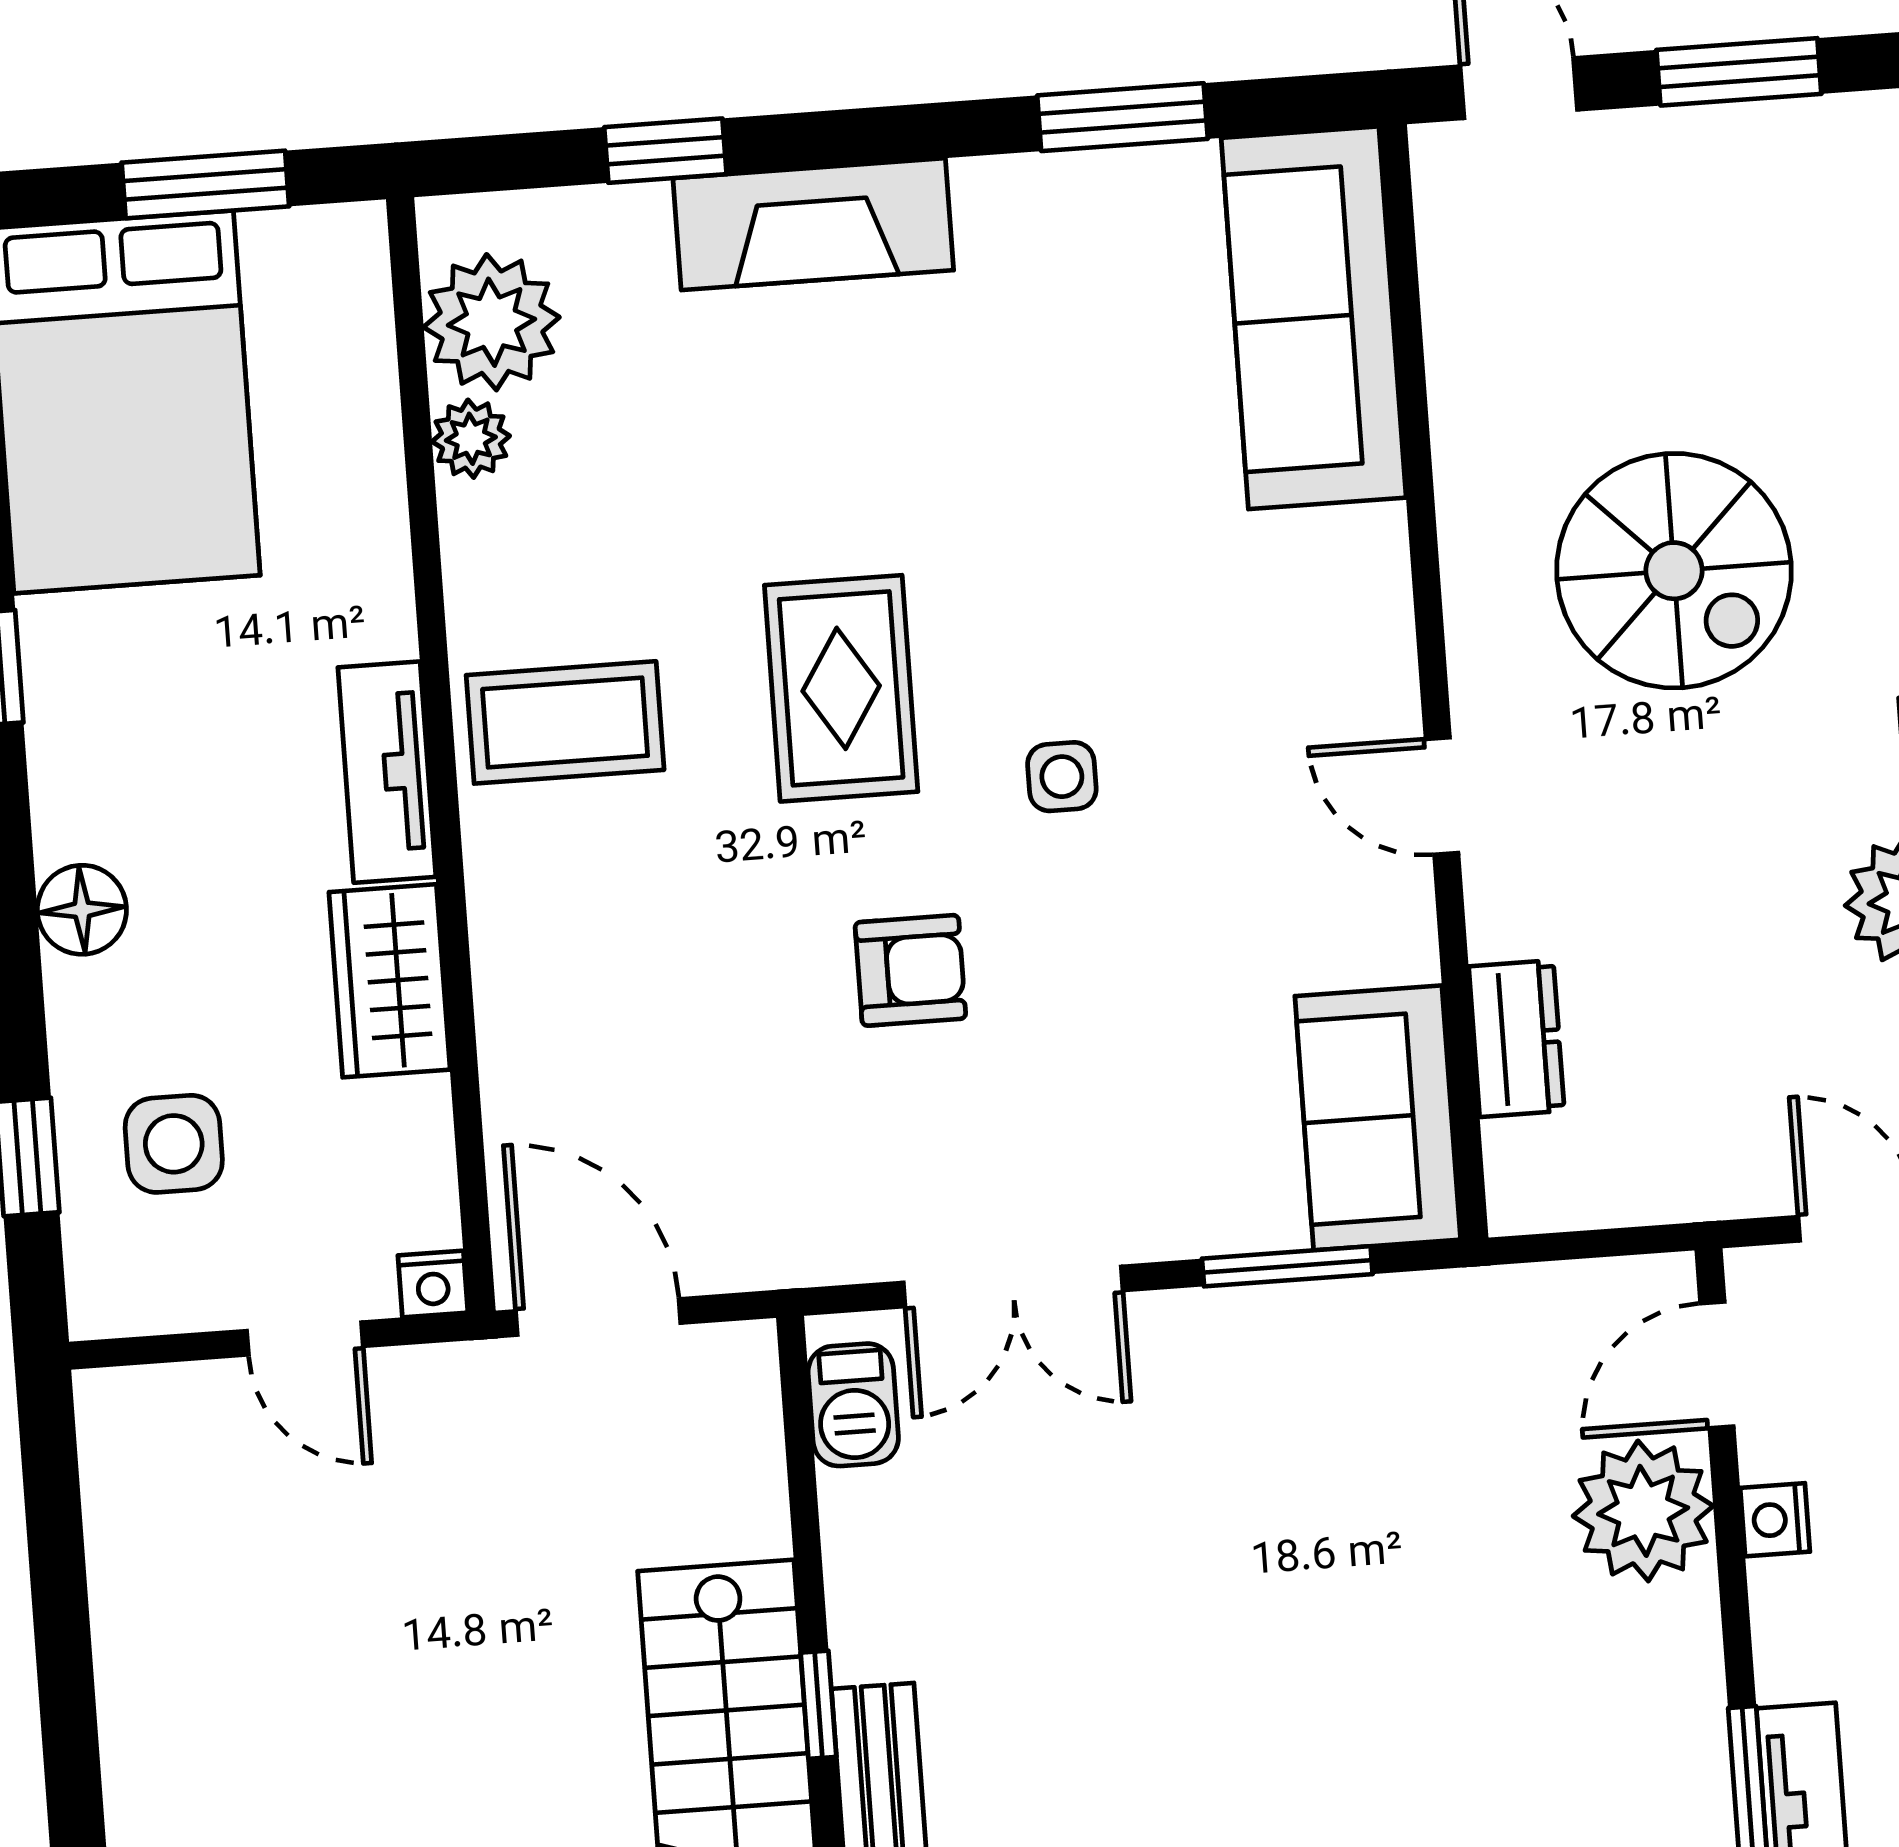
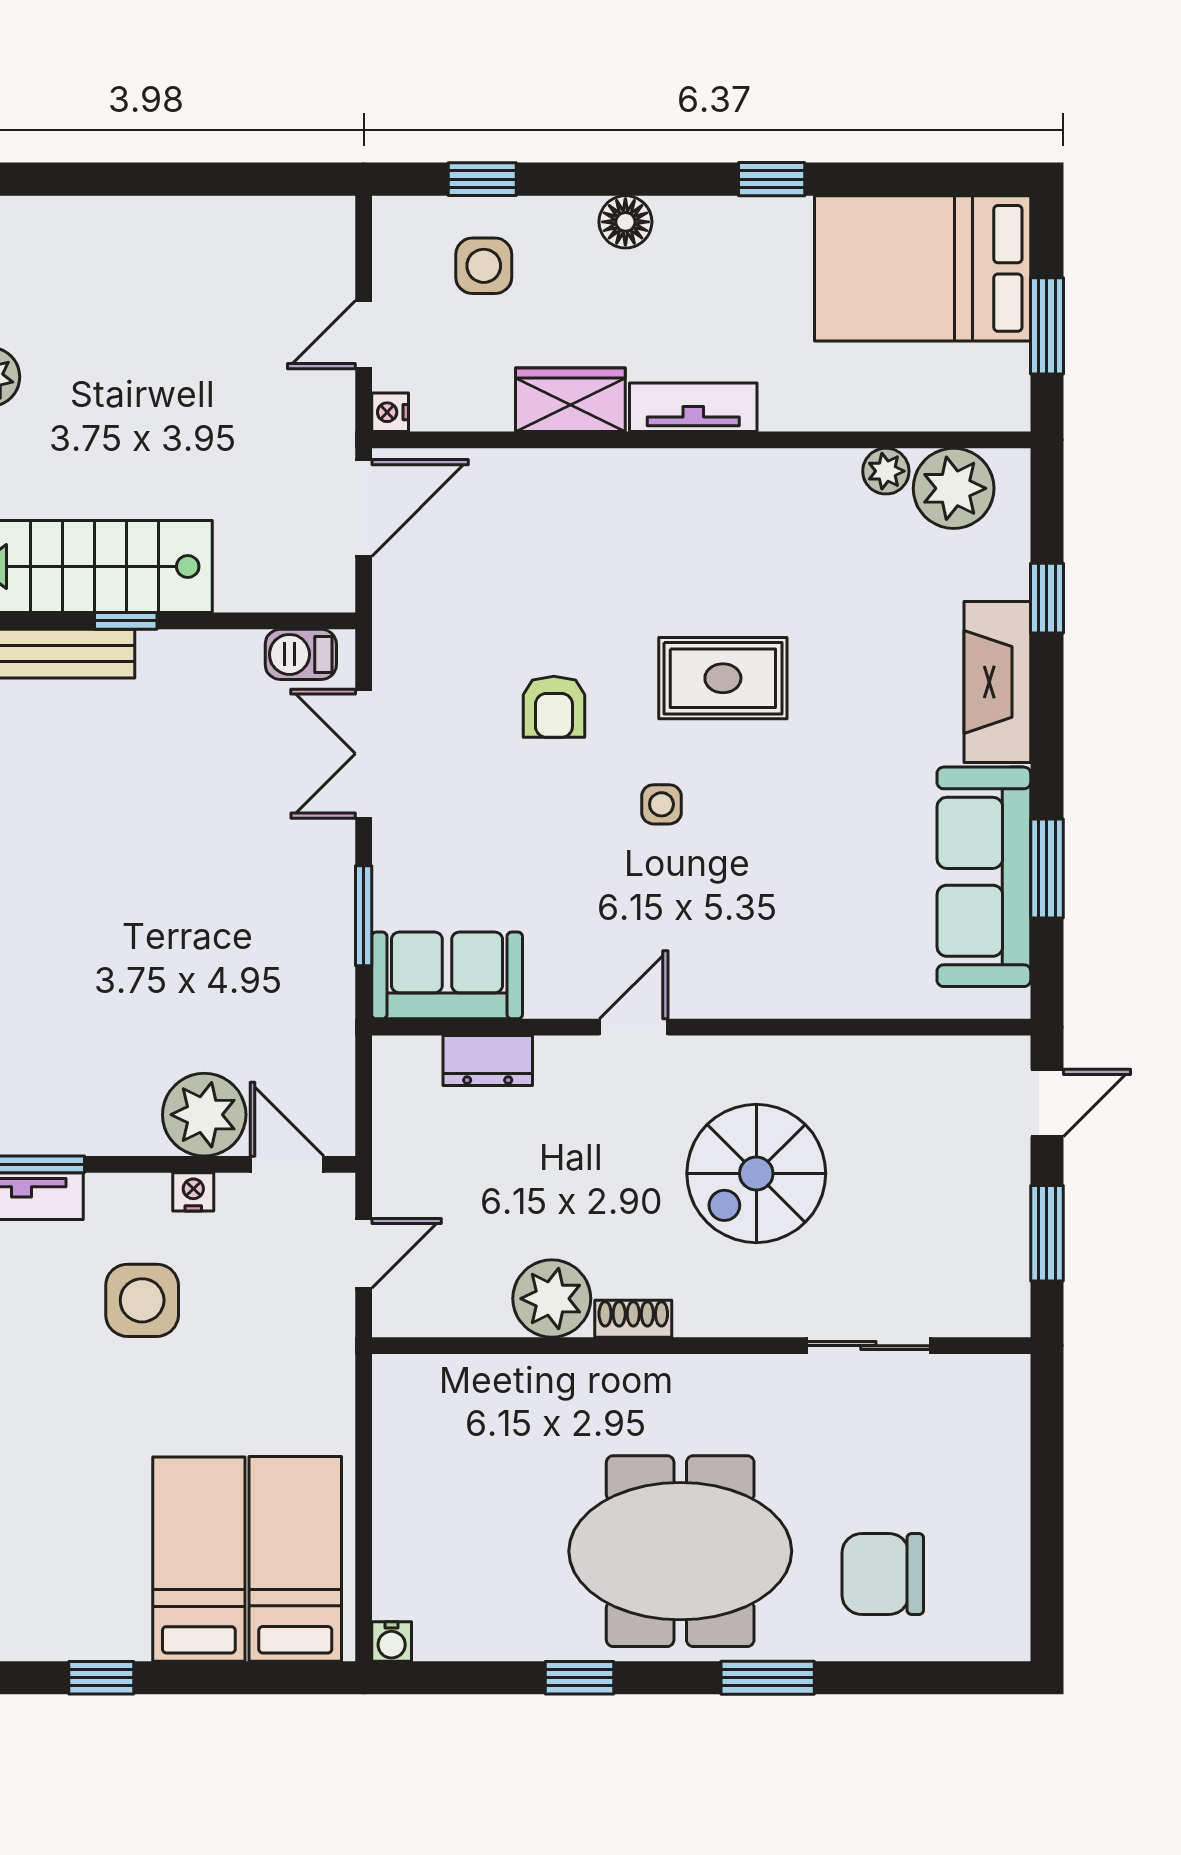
sofa: (1314, 318) -> (984, 877), moved, turned -90
coffee table: (565, 722) -> (715, 514), removed

